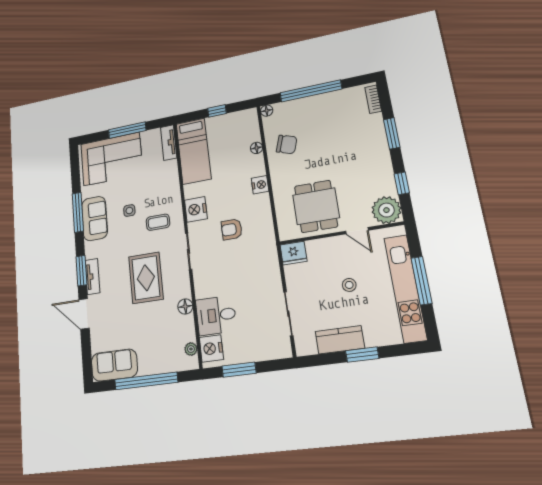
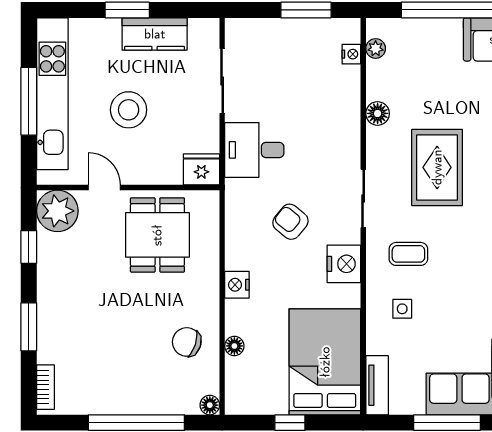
bed: (194, 151) -> (325, 362), width x1.50
side table: (129, 211) -> (402, 309), moved
armchair: (232, 229) -> (290, 222), turned -141
stool: (349, 285) -> (129, 110), width x1.89, depth x1.89
desk: (216, 315) -> (254, 150), moved, turned 180
nightstand: (211, 348) -> (351, 54), width x0.53, depth x0.56

